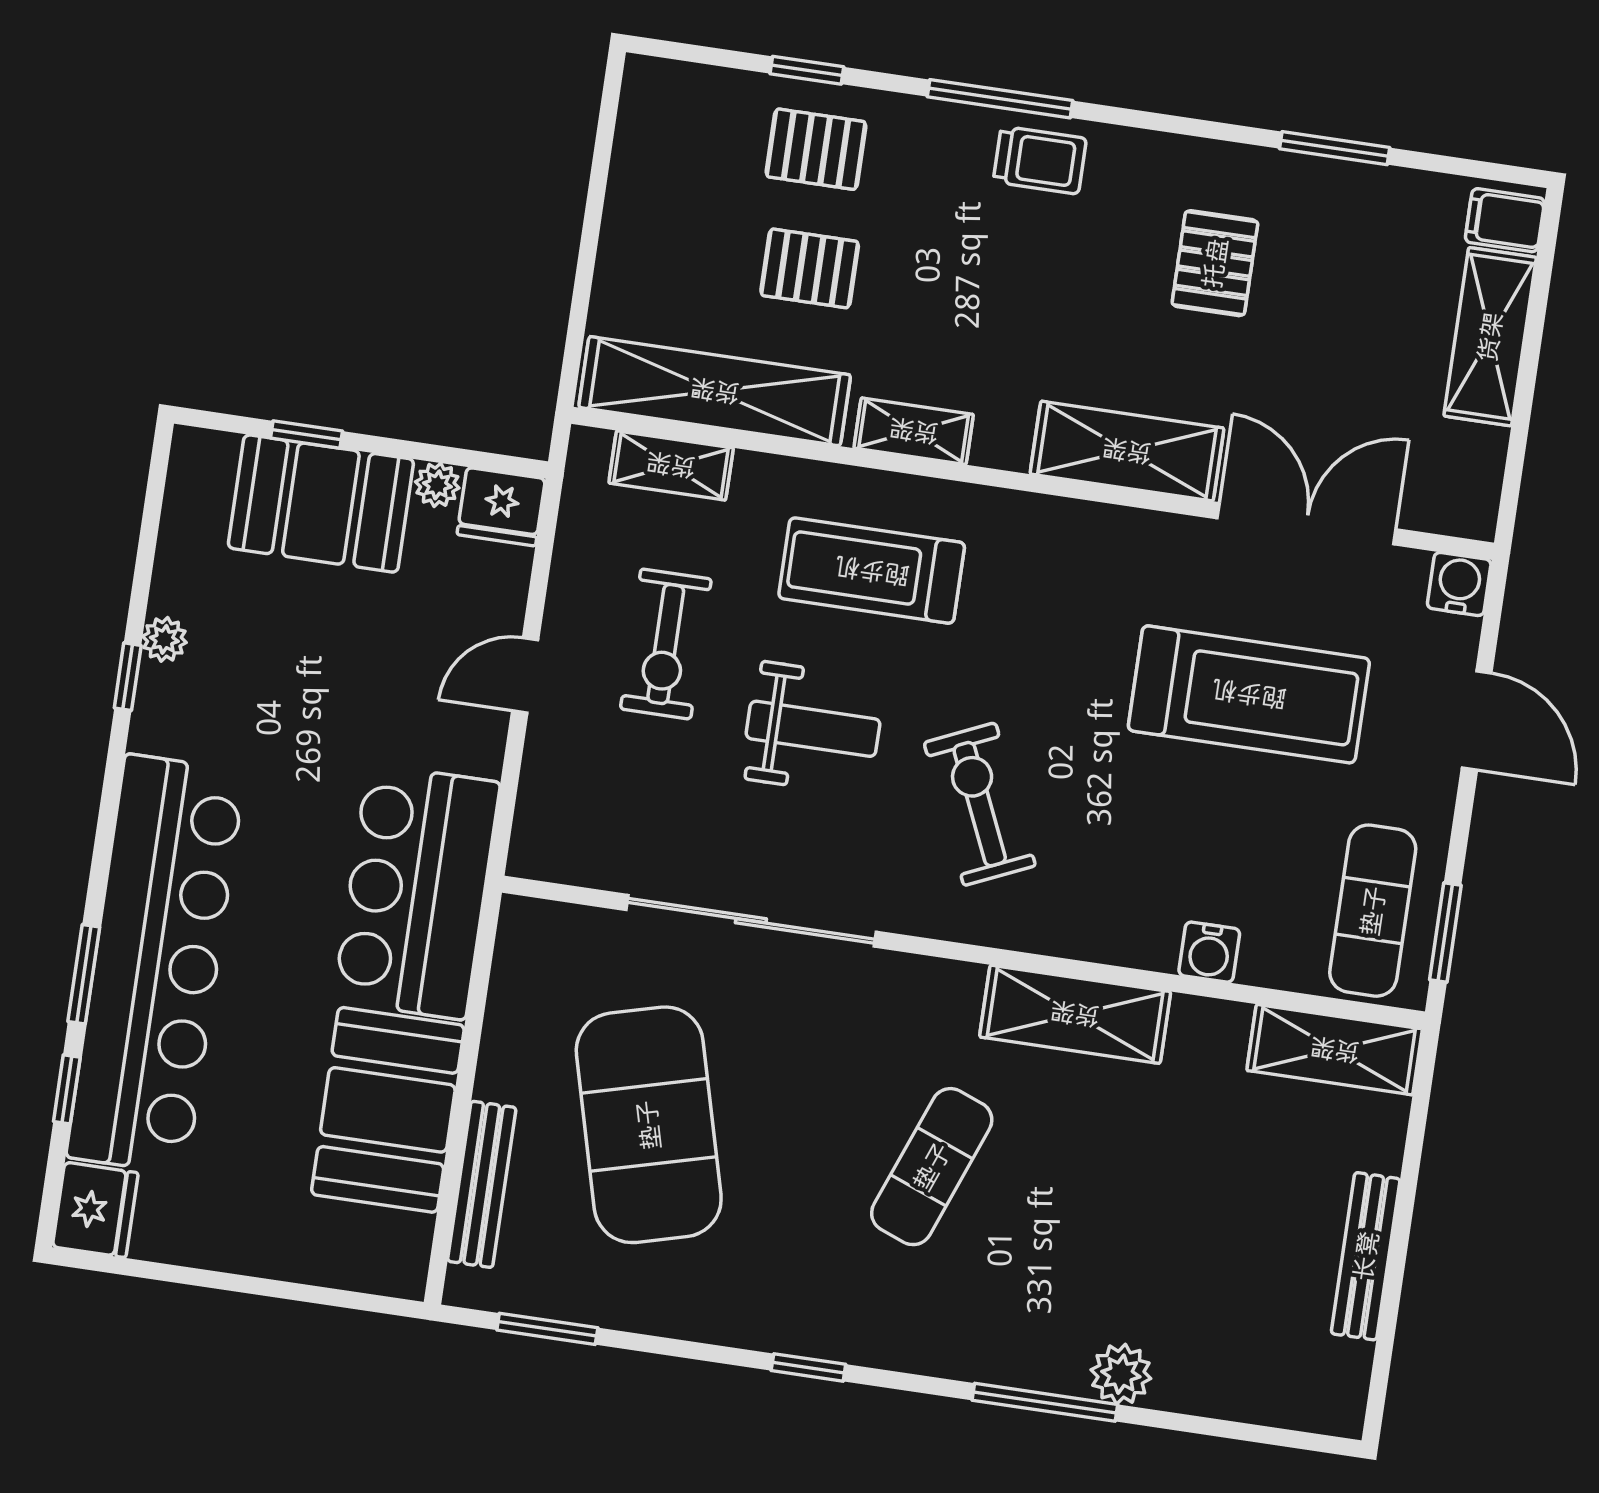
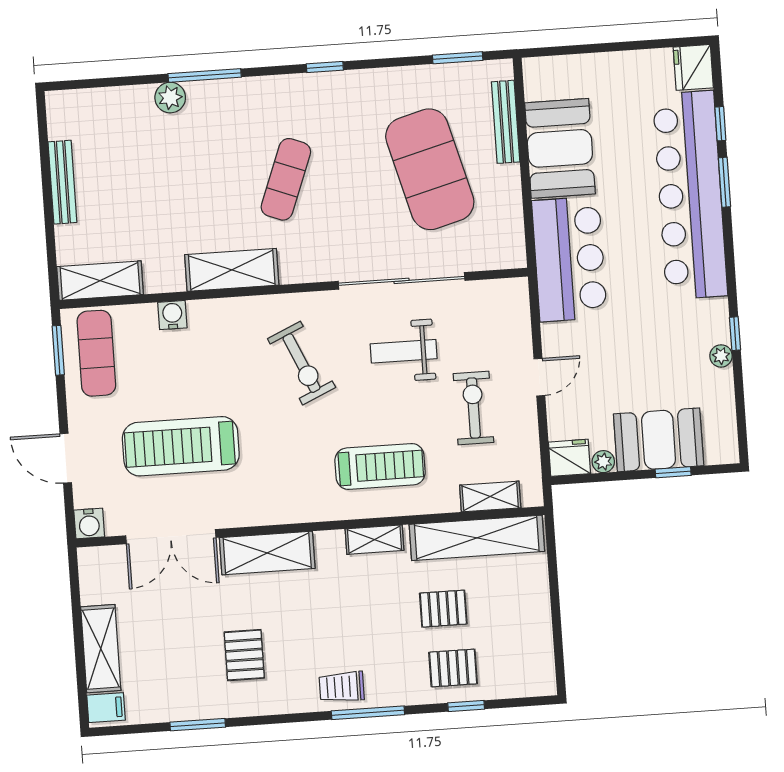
weight bench: (813, 729) -> (404, 351), moved

